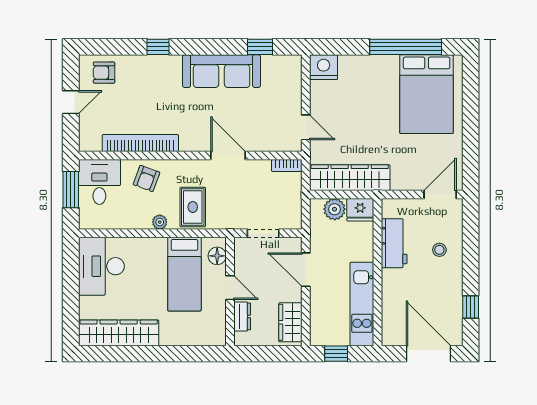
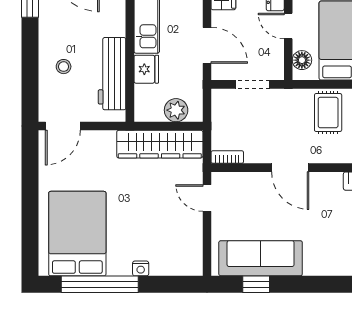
nightstand: (324, 67) -> (141, 268), moved, width x0.53, depth x0.56
sofa: (222, 71) -> (261, 258), moved
fridge: (360, 210) -> (146, 69), moved, turned 90
workbench: (394, 243) -> (112, 74), width x1.38

